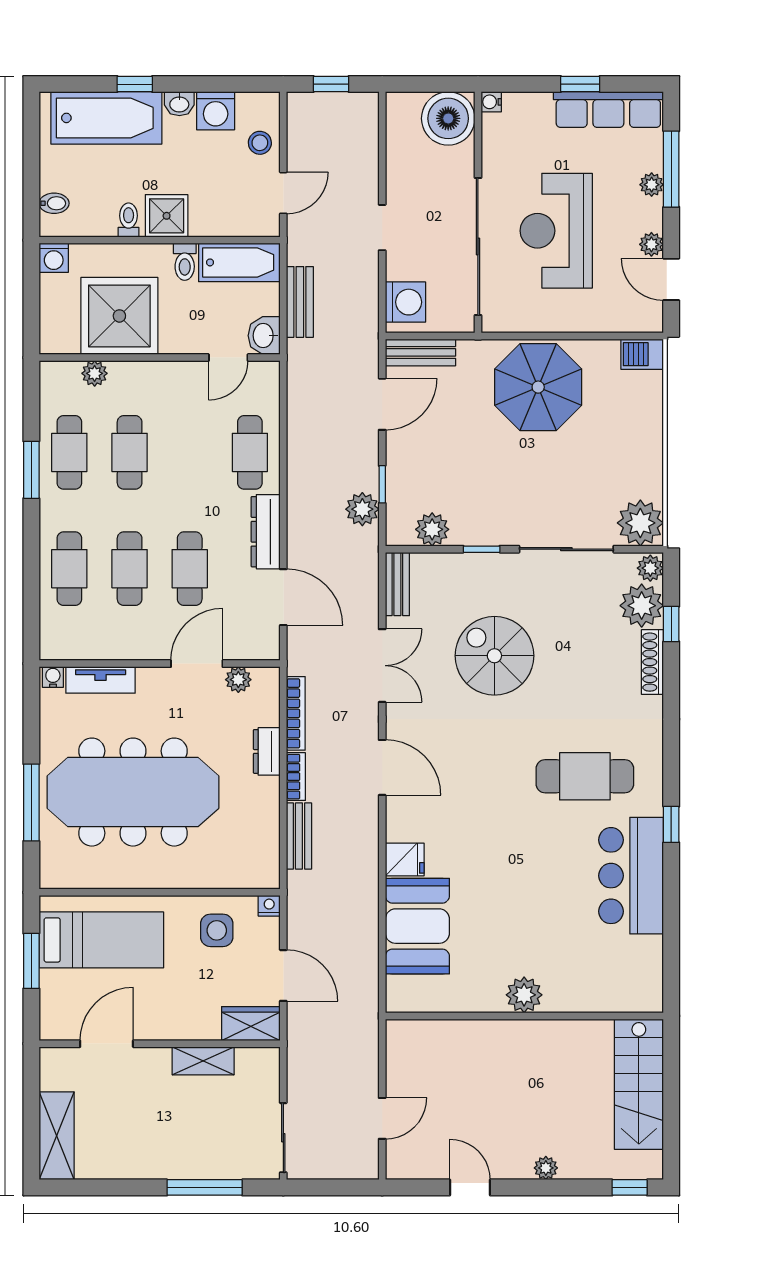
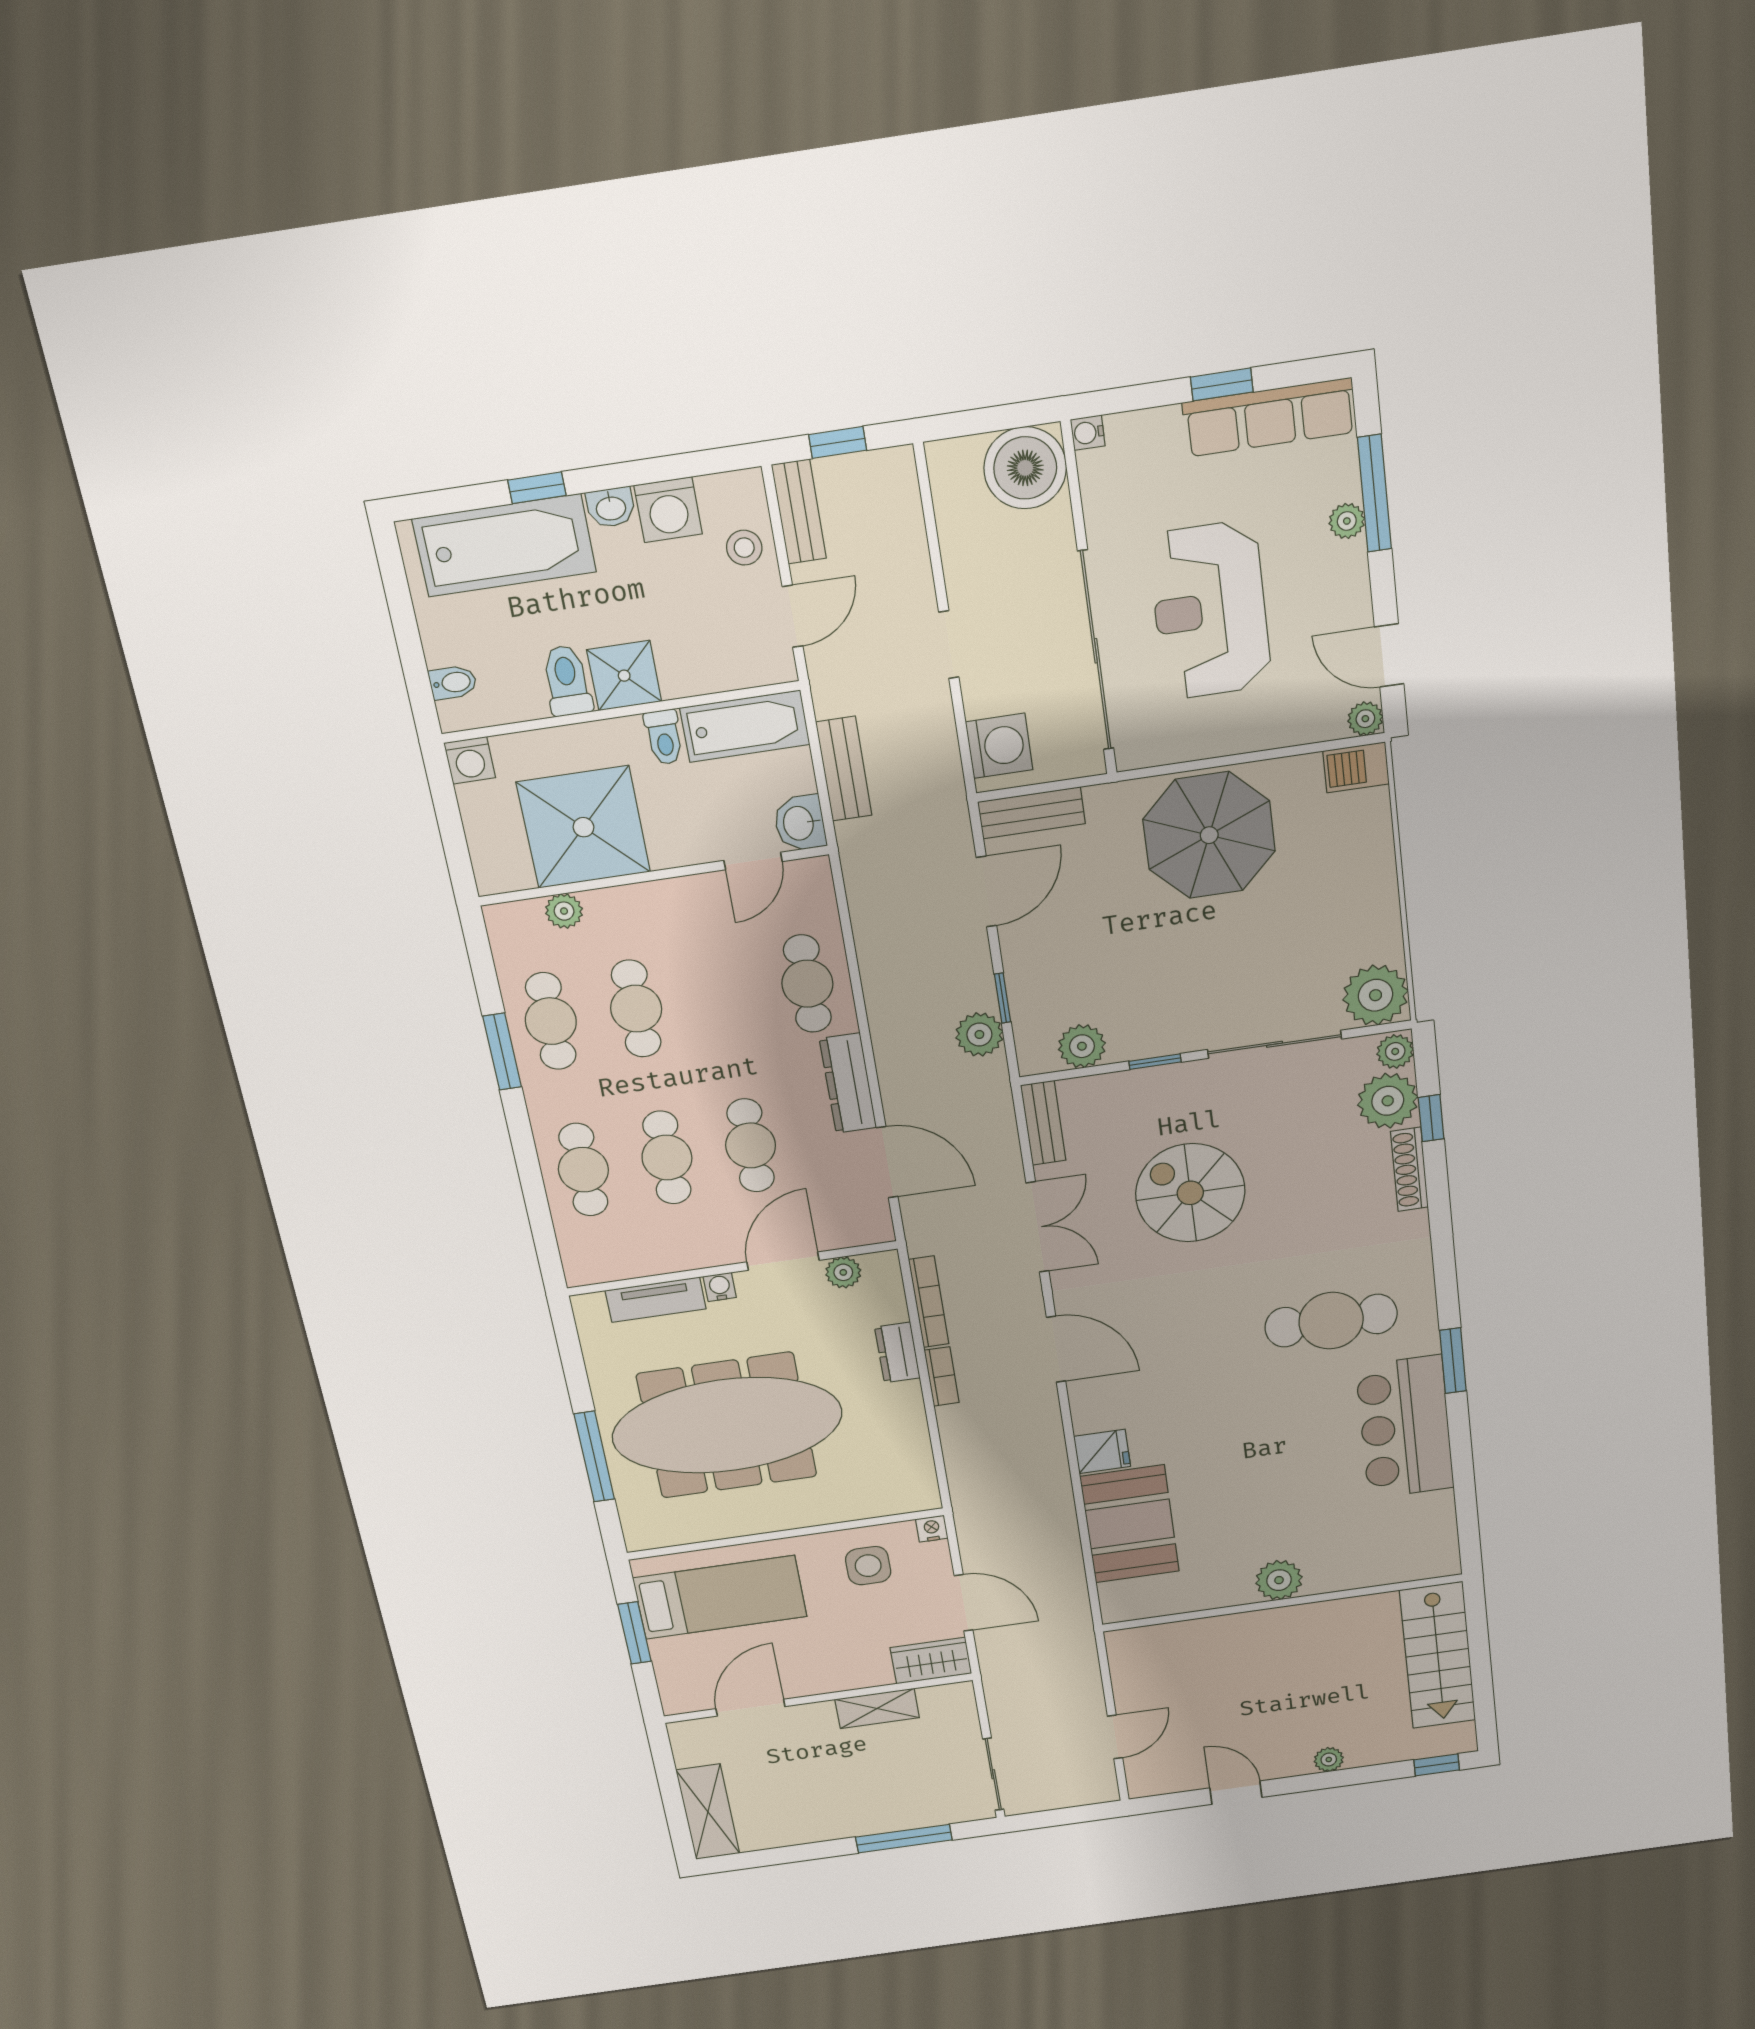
toilet: (129, 220) -> (567, 681), width x1.37, depth x1.39
plant: (651, 244) -> (1365, 719), moved
water cooler: (53, 677) -> (720, 1287), moved
window: (671, 824) -> (1453, 1361), width x1.50
bench: (299, 836) -> (799, 512), moved

